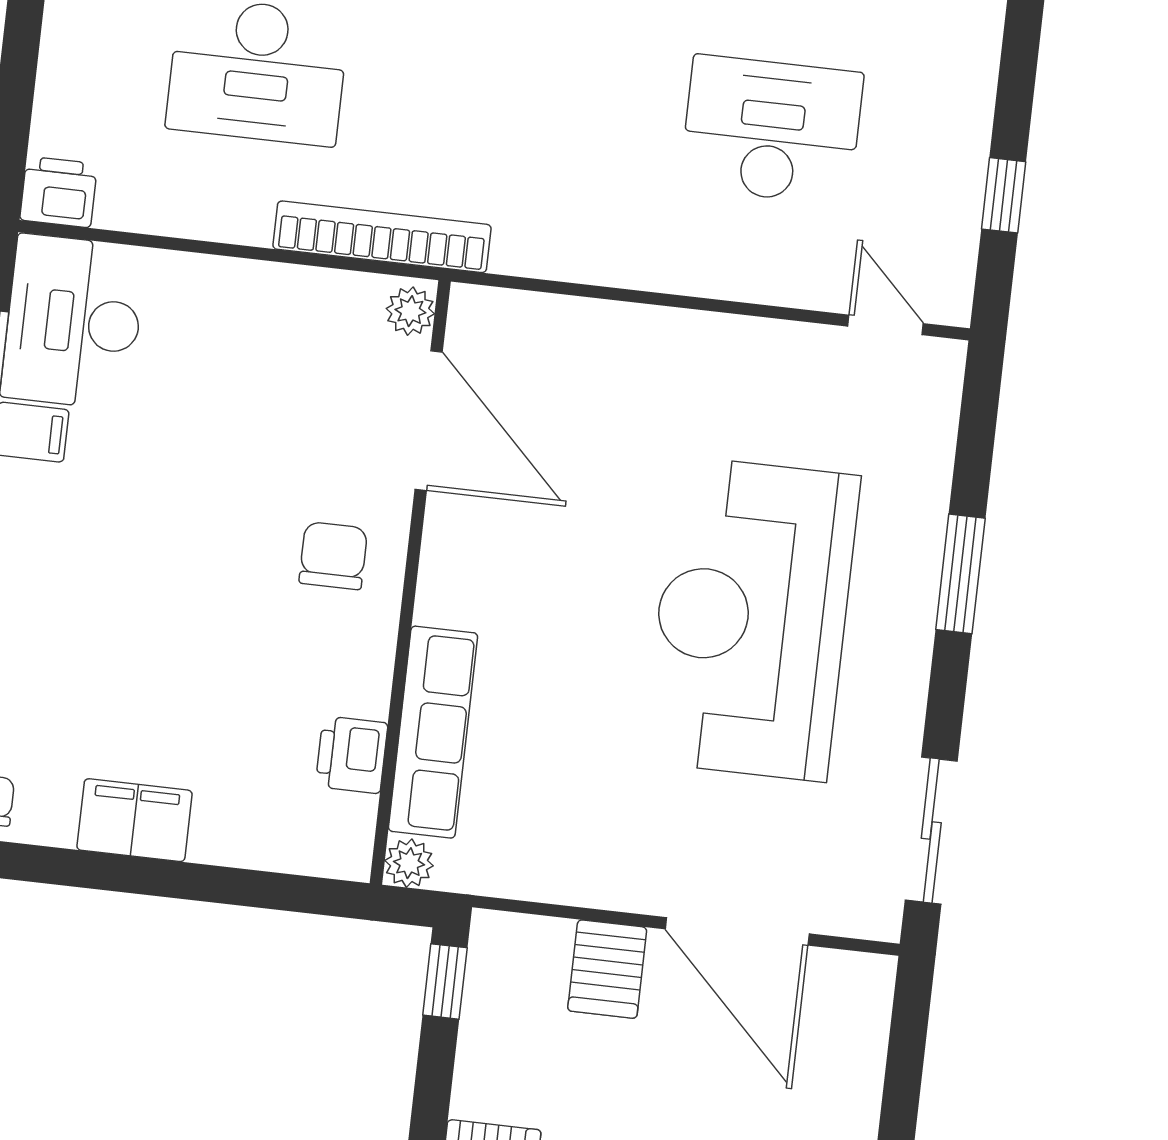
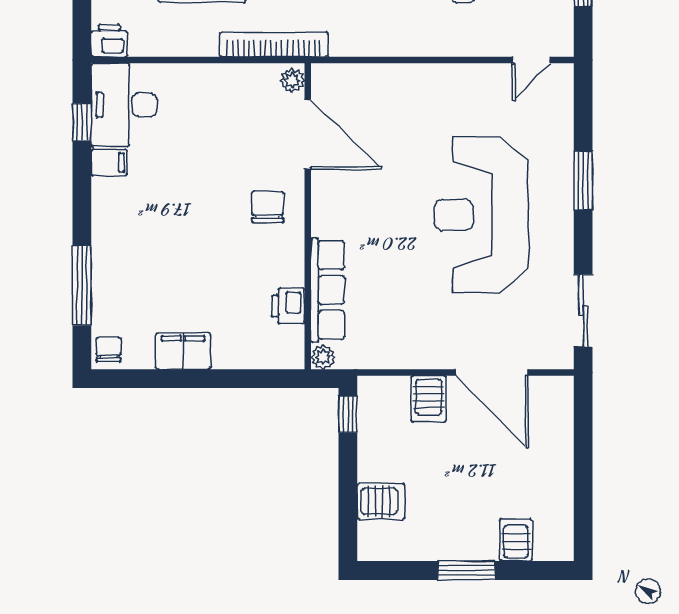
door: (886, 325) -> (531, 60), swing flipped

